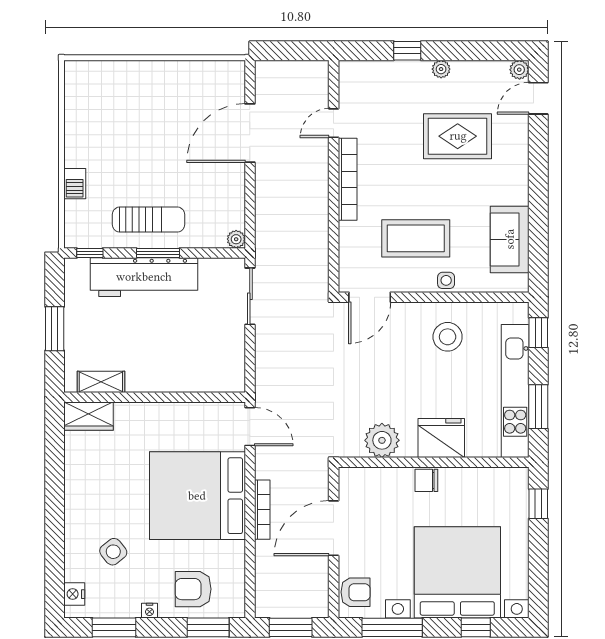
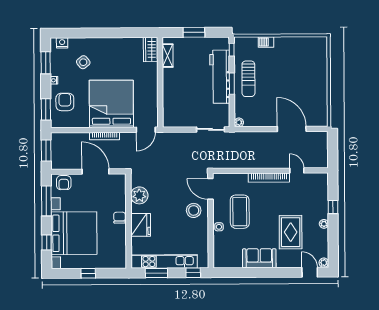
sofa: (510, 239) -> (259, 258), moved
stool: (448, 337) -> (194, 210), moved
window: (538, 504) -> (88, 273), moved

